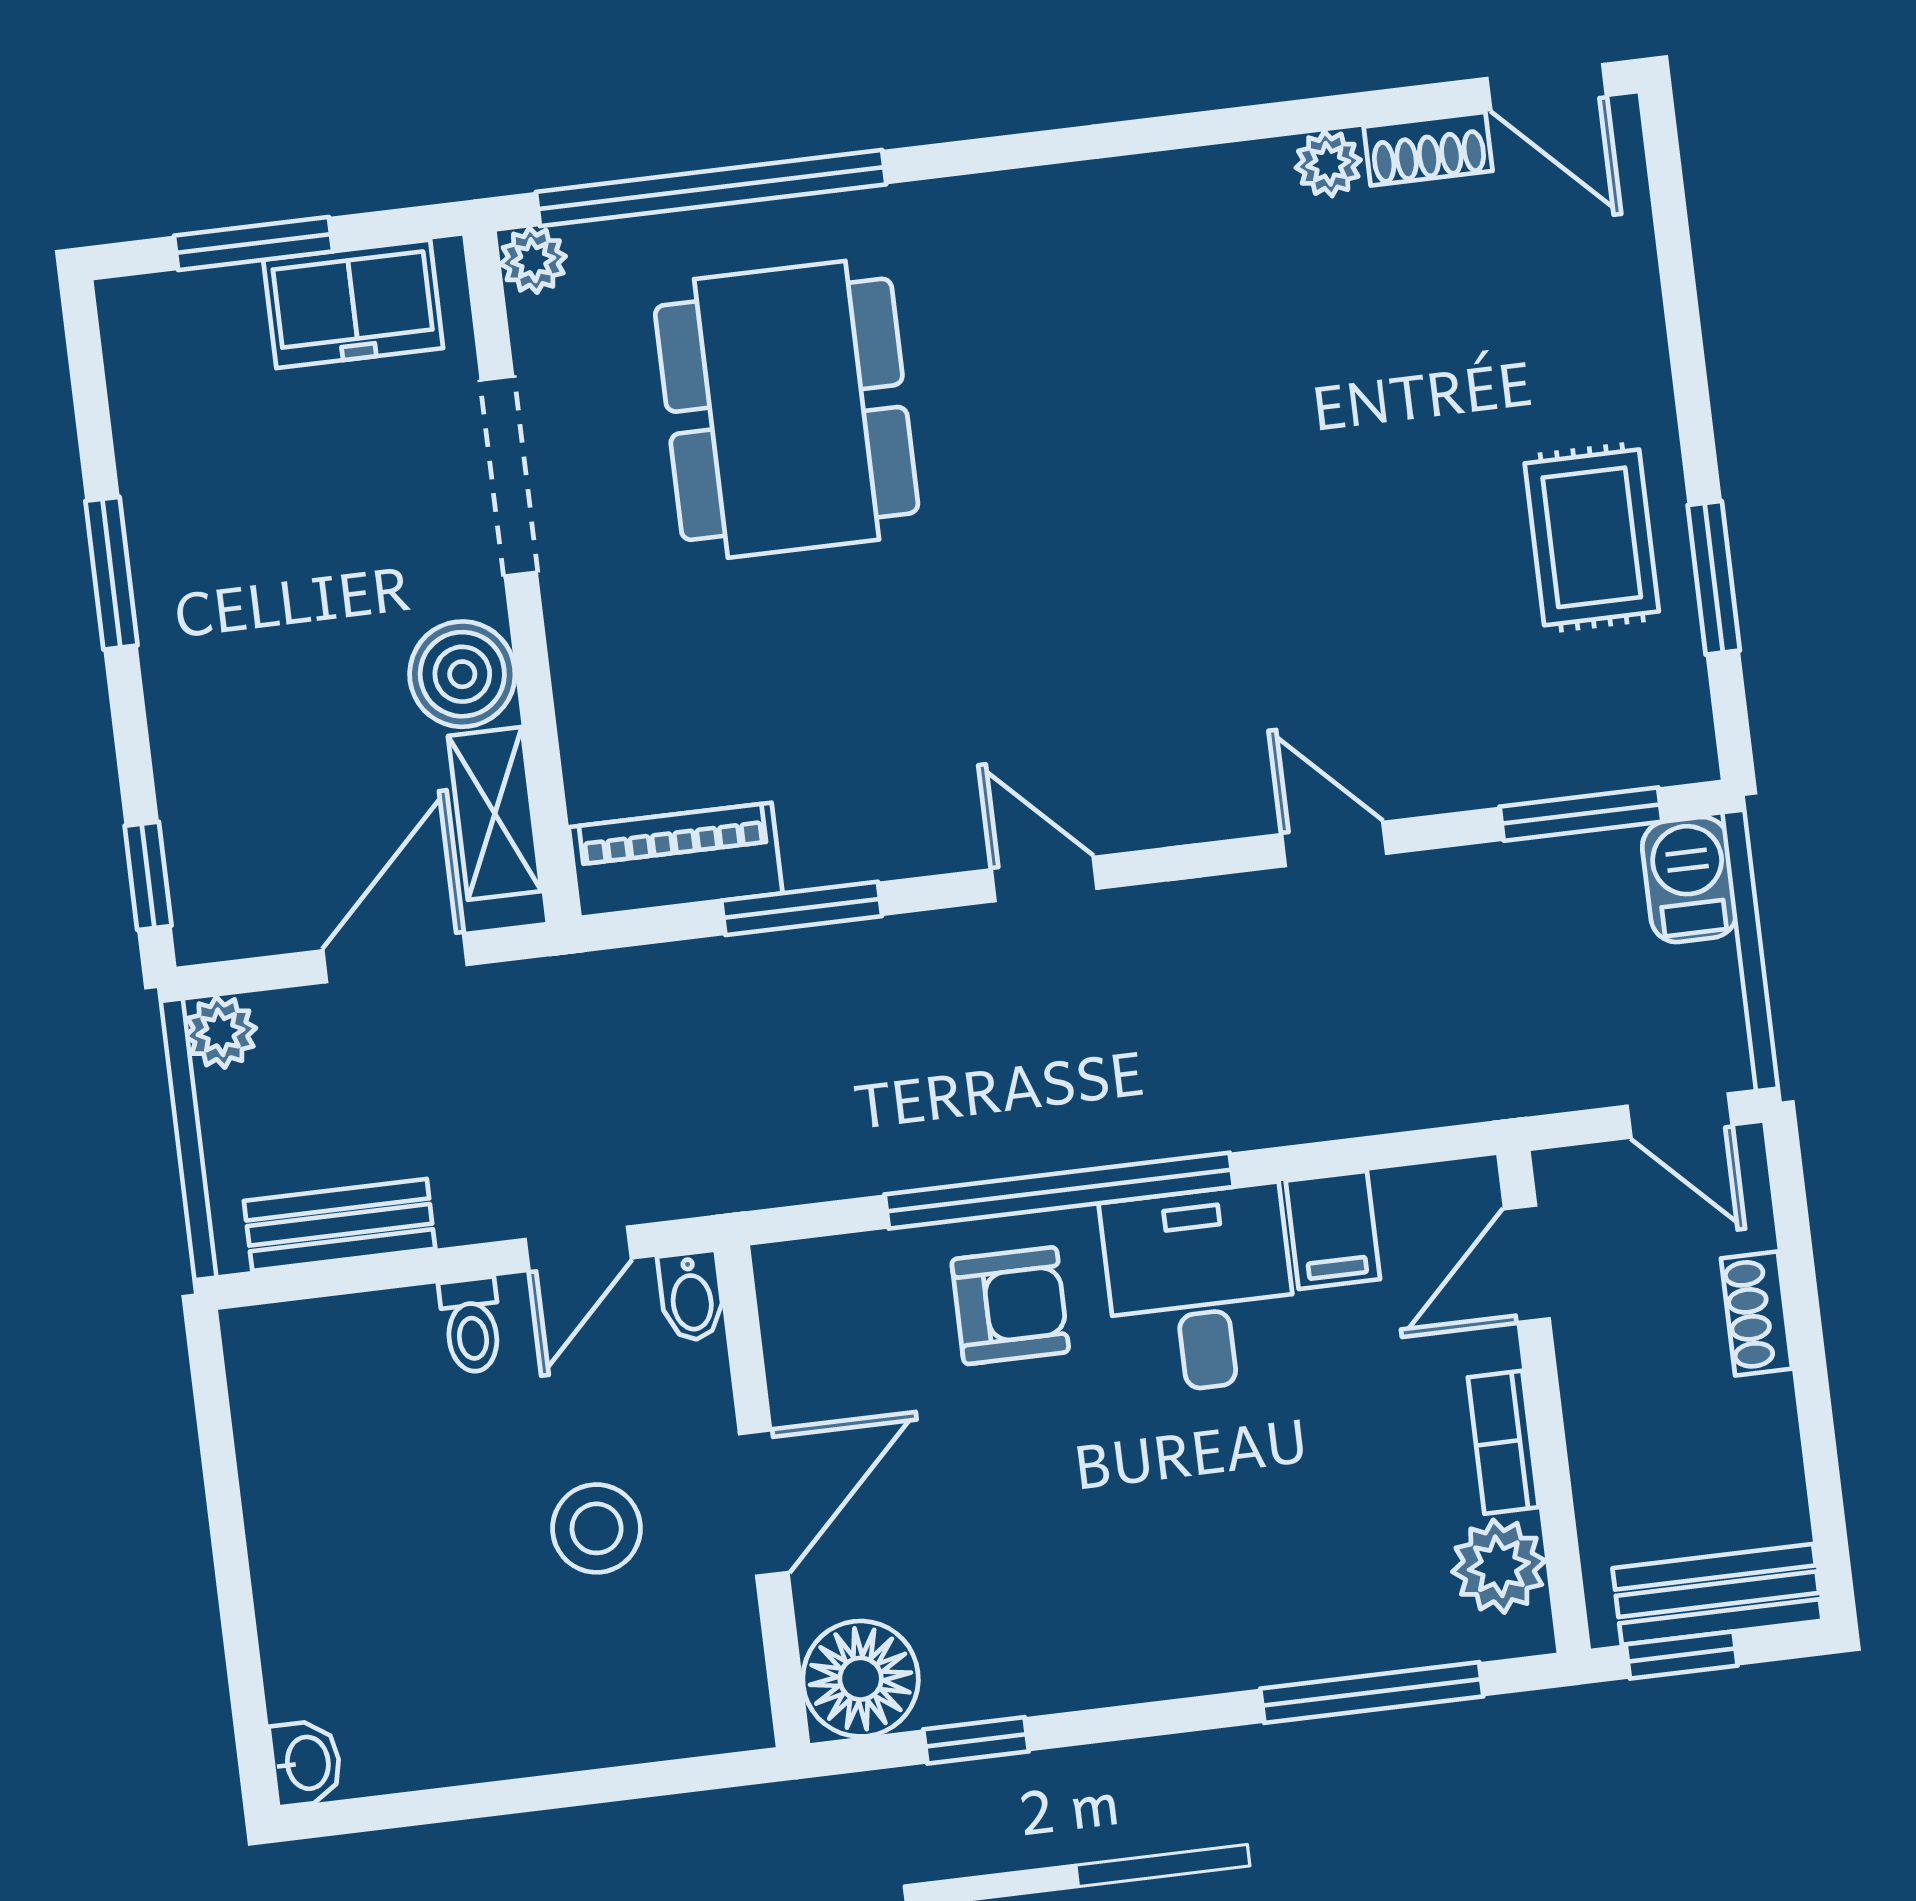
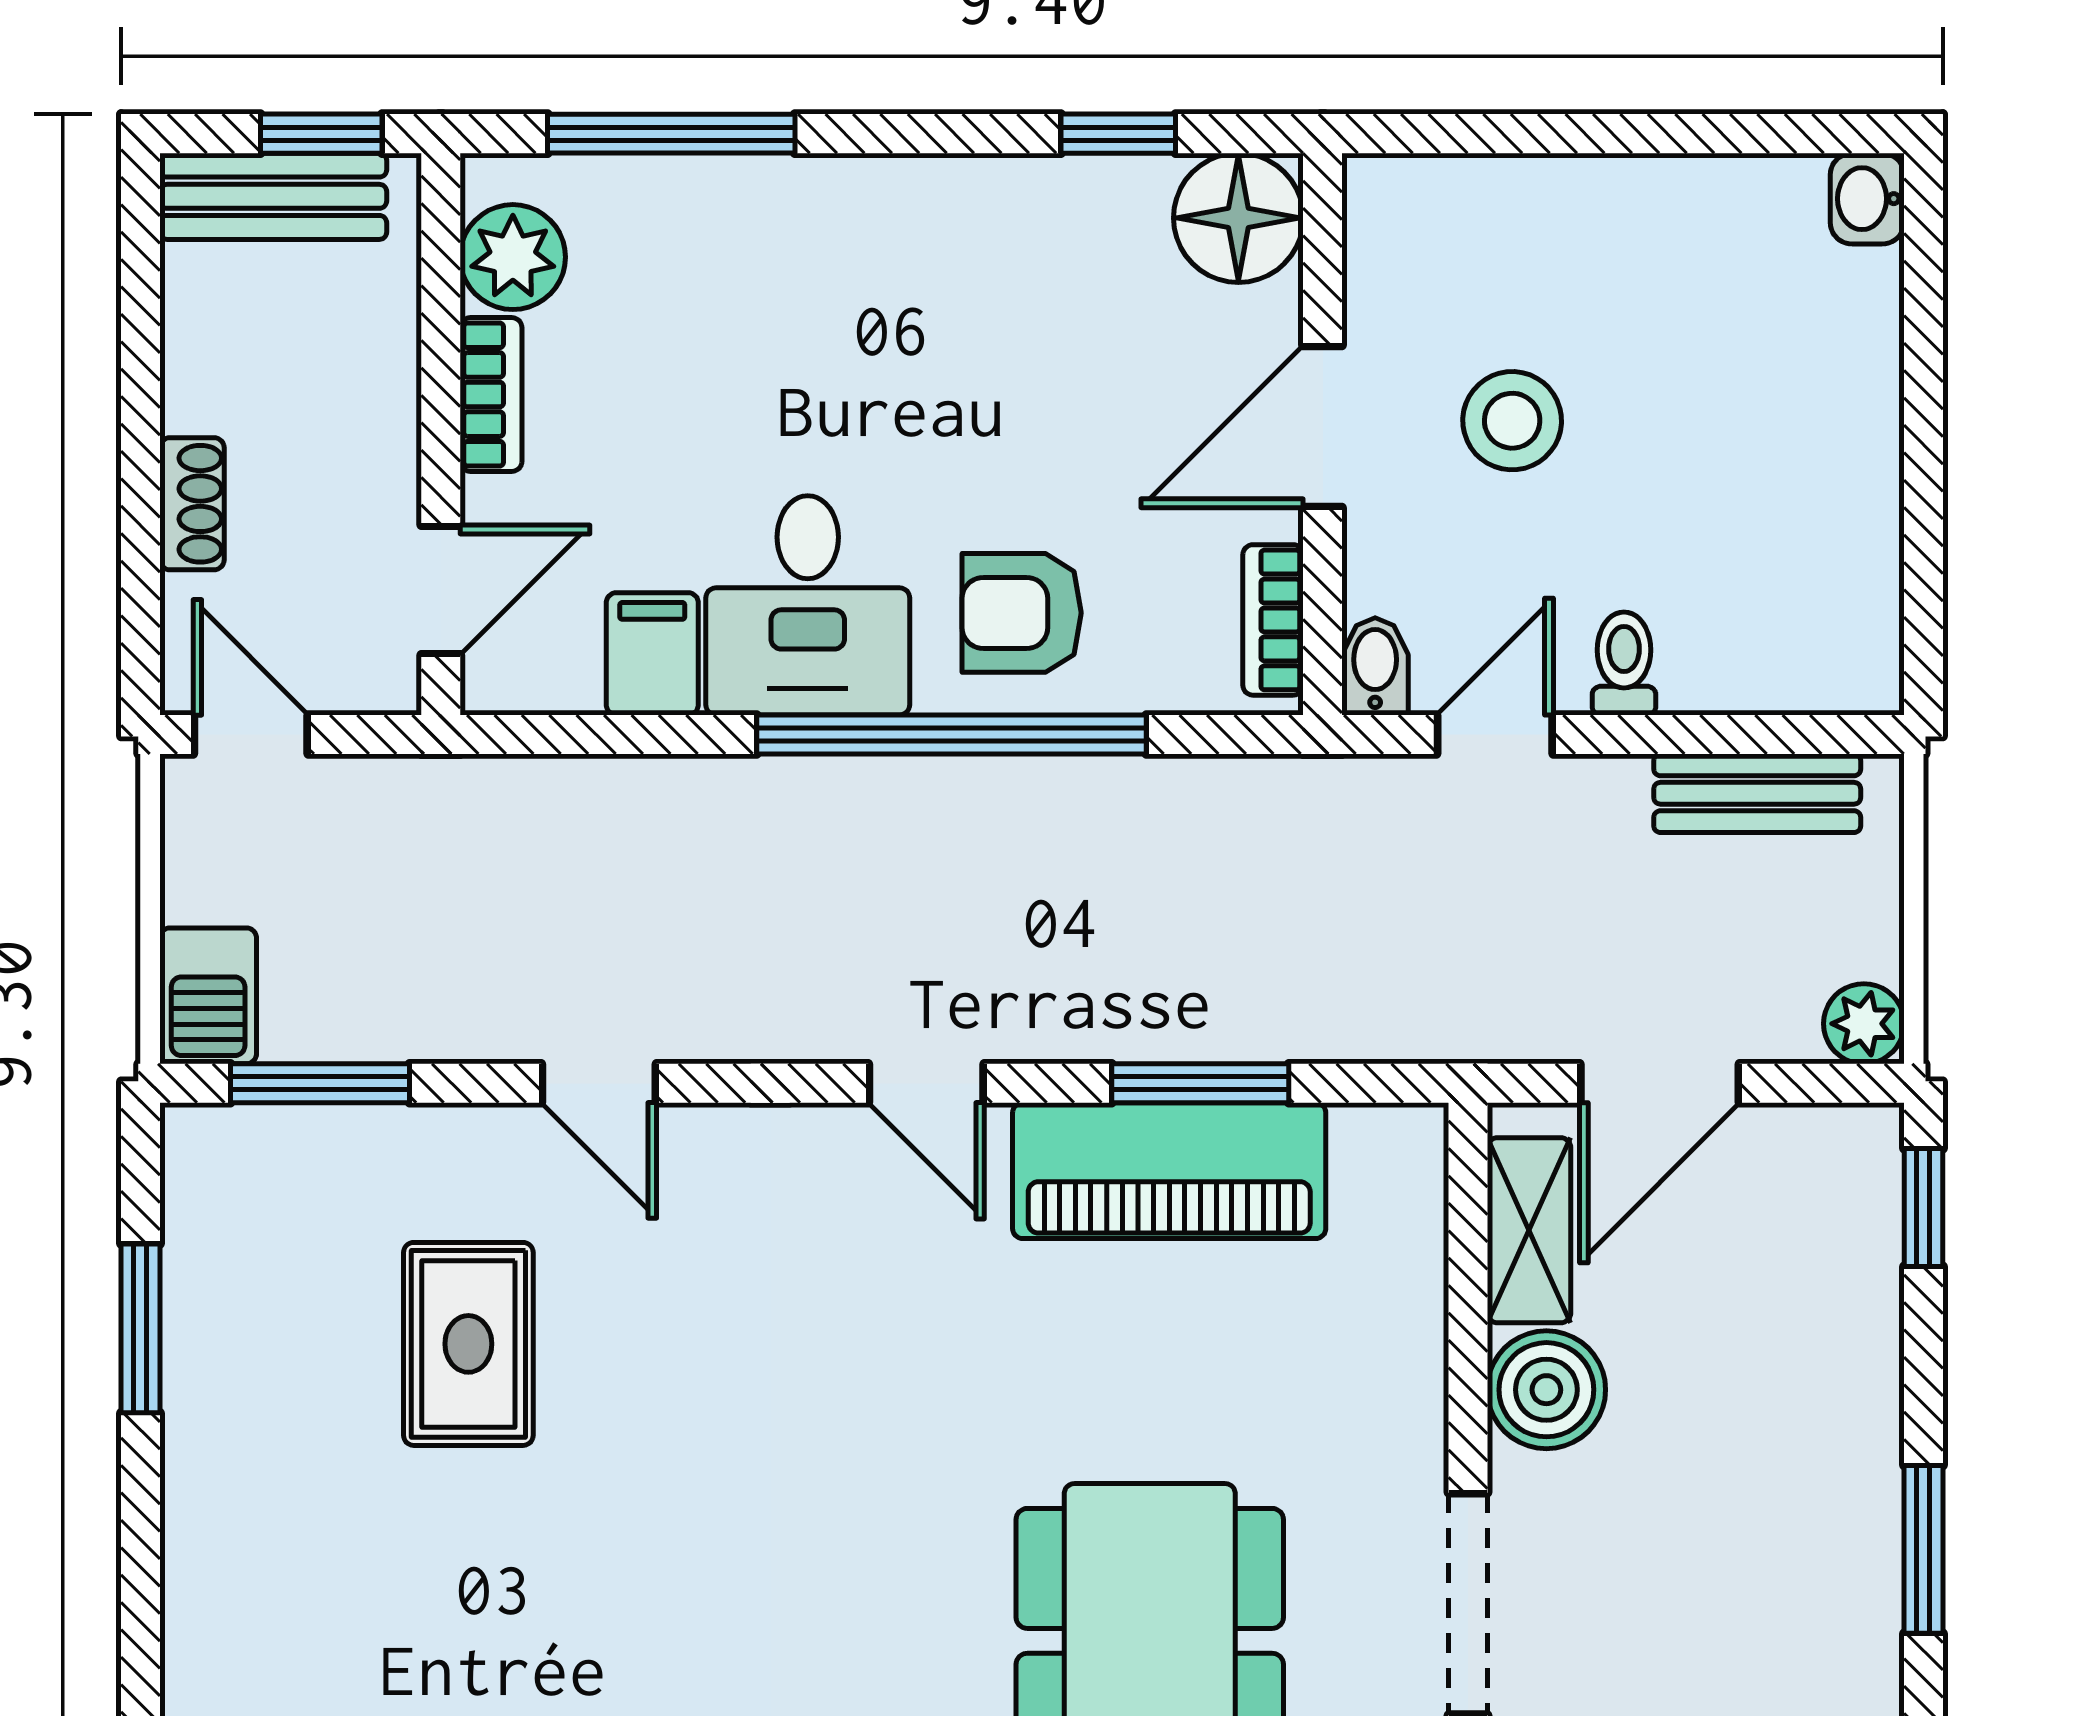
rug: (1592, 537) -> (468, 1344), moved
piano: (676, 860) -> (1169, 1171), moved, width x1.37, depth x1.33
bookcase: (787, 1326) -> (1273, 620), added

